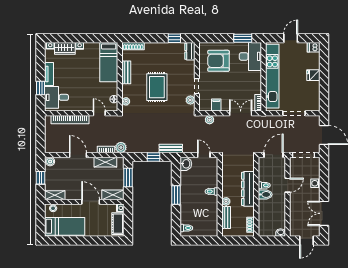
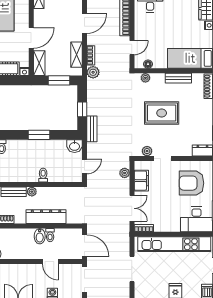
armchair: (218, 61) -> (192, 183), turned -90
filing cabinet: (216, 105) -> (141, 181), width x2.00

